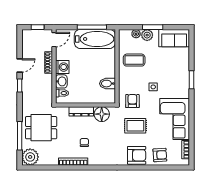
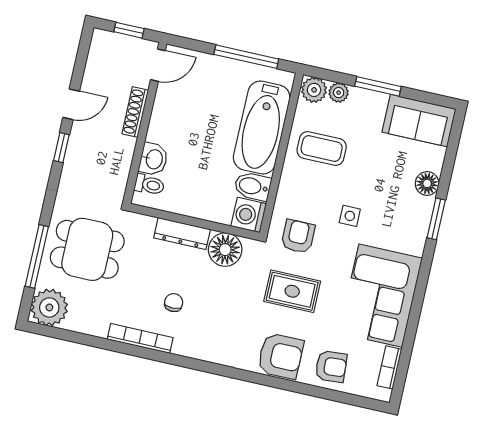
plant: (147, 35) -> (314, 90), moved
bathtub: (95, 39) -> (262, 128), moved, turned 90
floor lamp: (184, 65) -> (427, 183), added
washing machine: (62, 67) -> (249, 215), moved, turned 180

